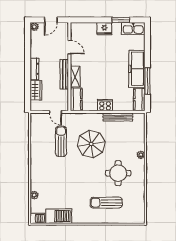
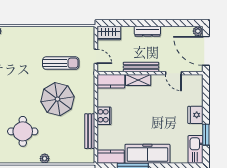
door: (51, 20) -> (206, 51), width x1.88
door: (69, 47) -> (173, 73), hinge flipped
wardrobe: (36, 90) -> (109, 33), moved
door: (55, 112) -> (96, 56), swing flipped

